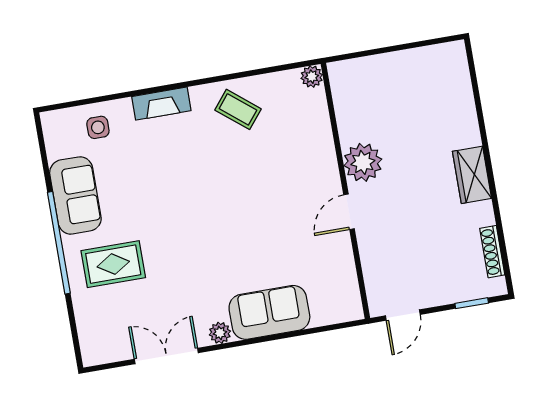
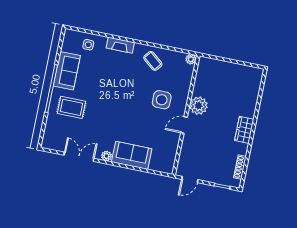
side table: (286, 179) -> (162, 100), added

